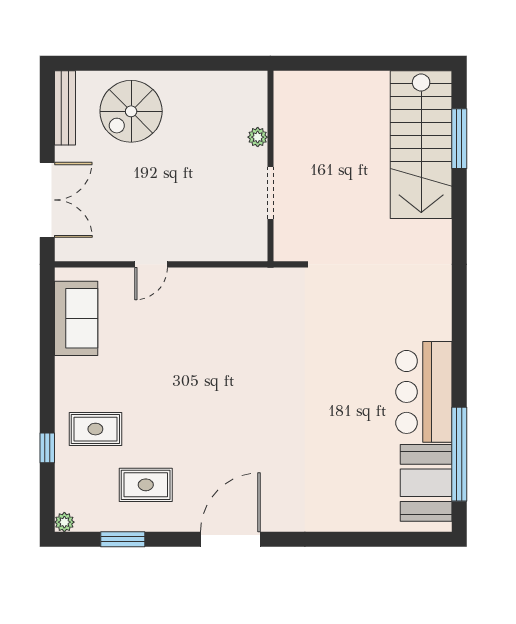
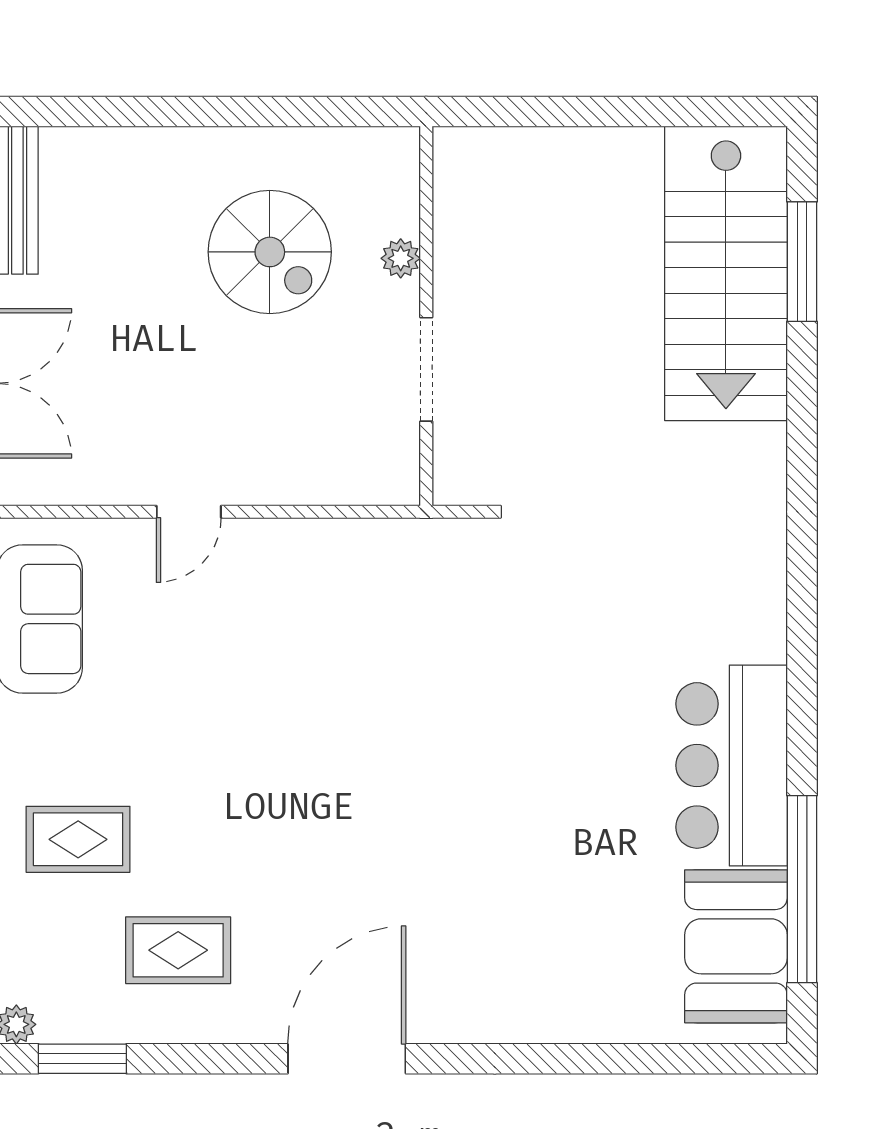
spiral stairs: (131, 111) -> (270, 252), moved, turned -90
window: (123, 539) -> (82, 1059), moved

